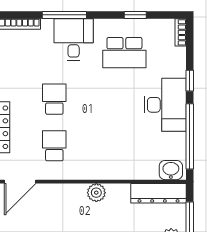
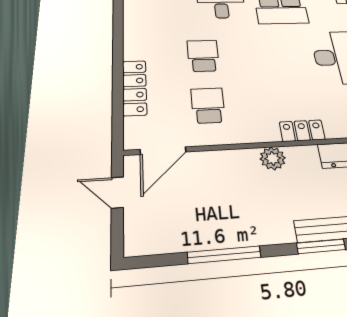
locker: (122, 171) -> (302, 131), added

